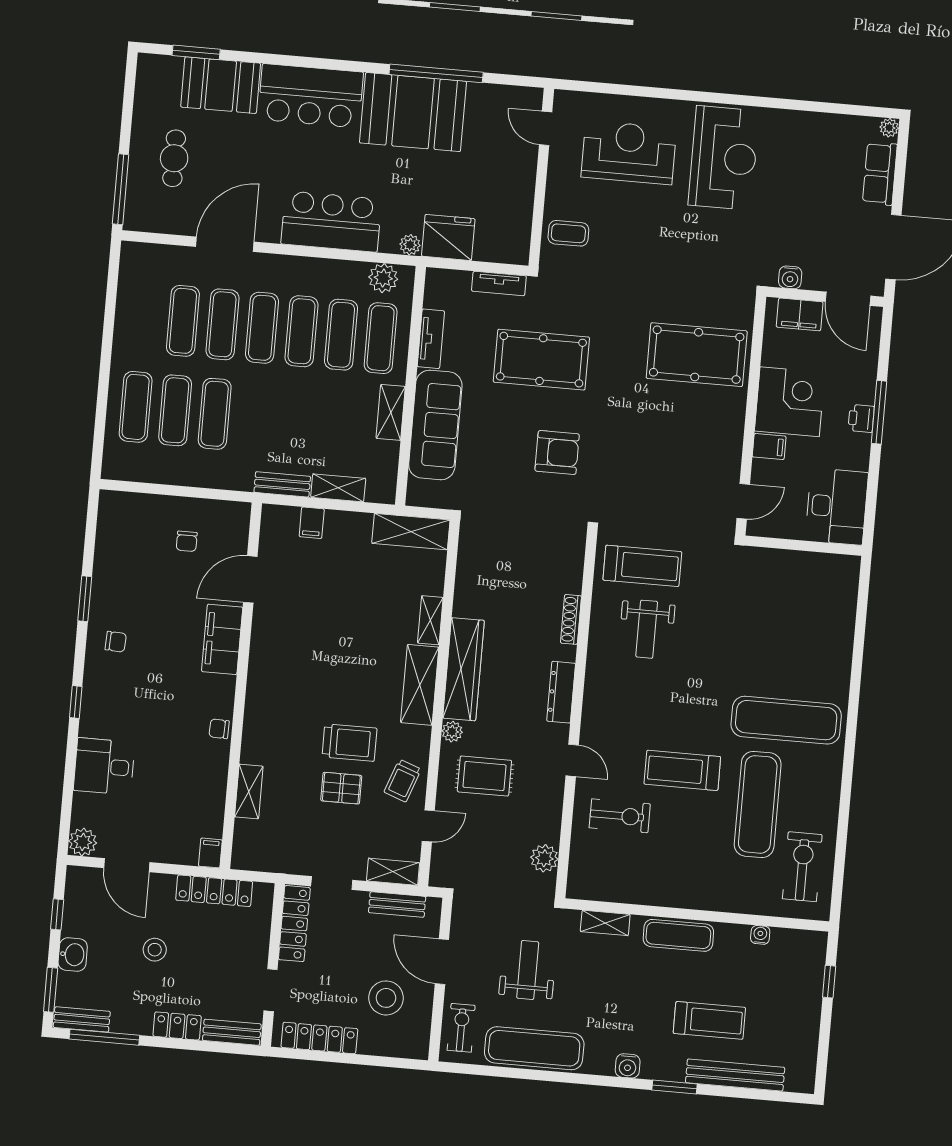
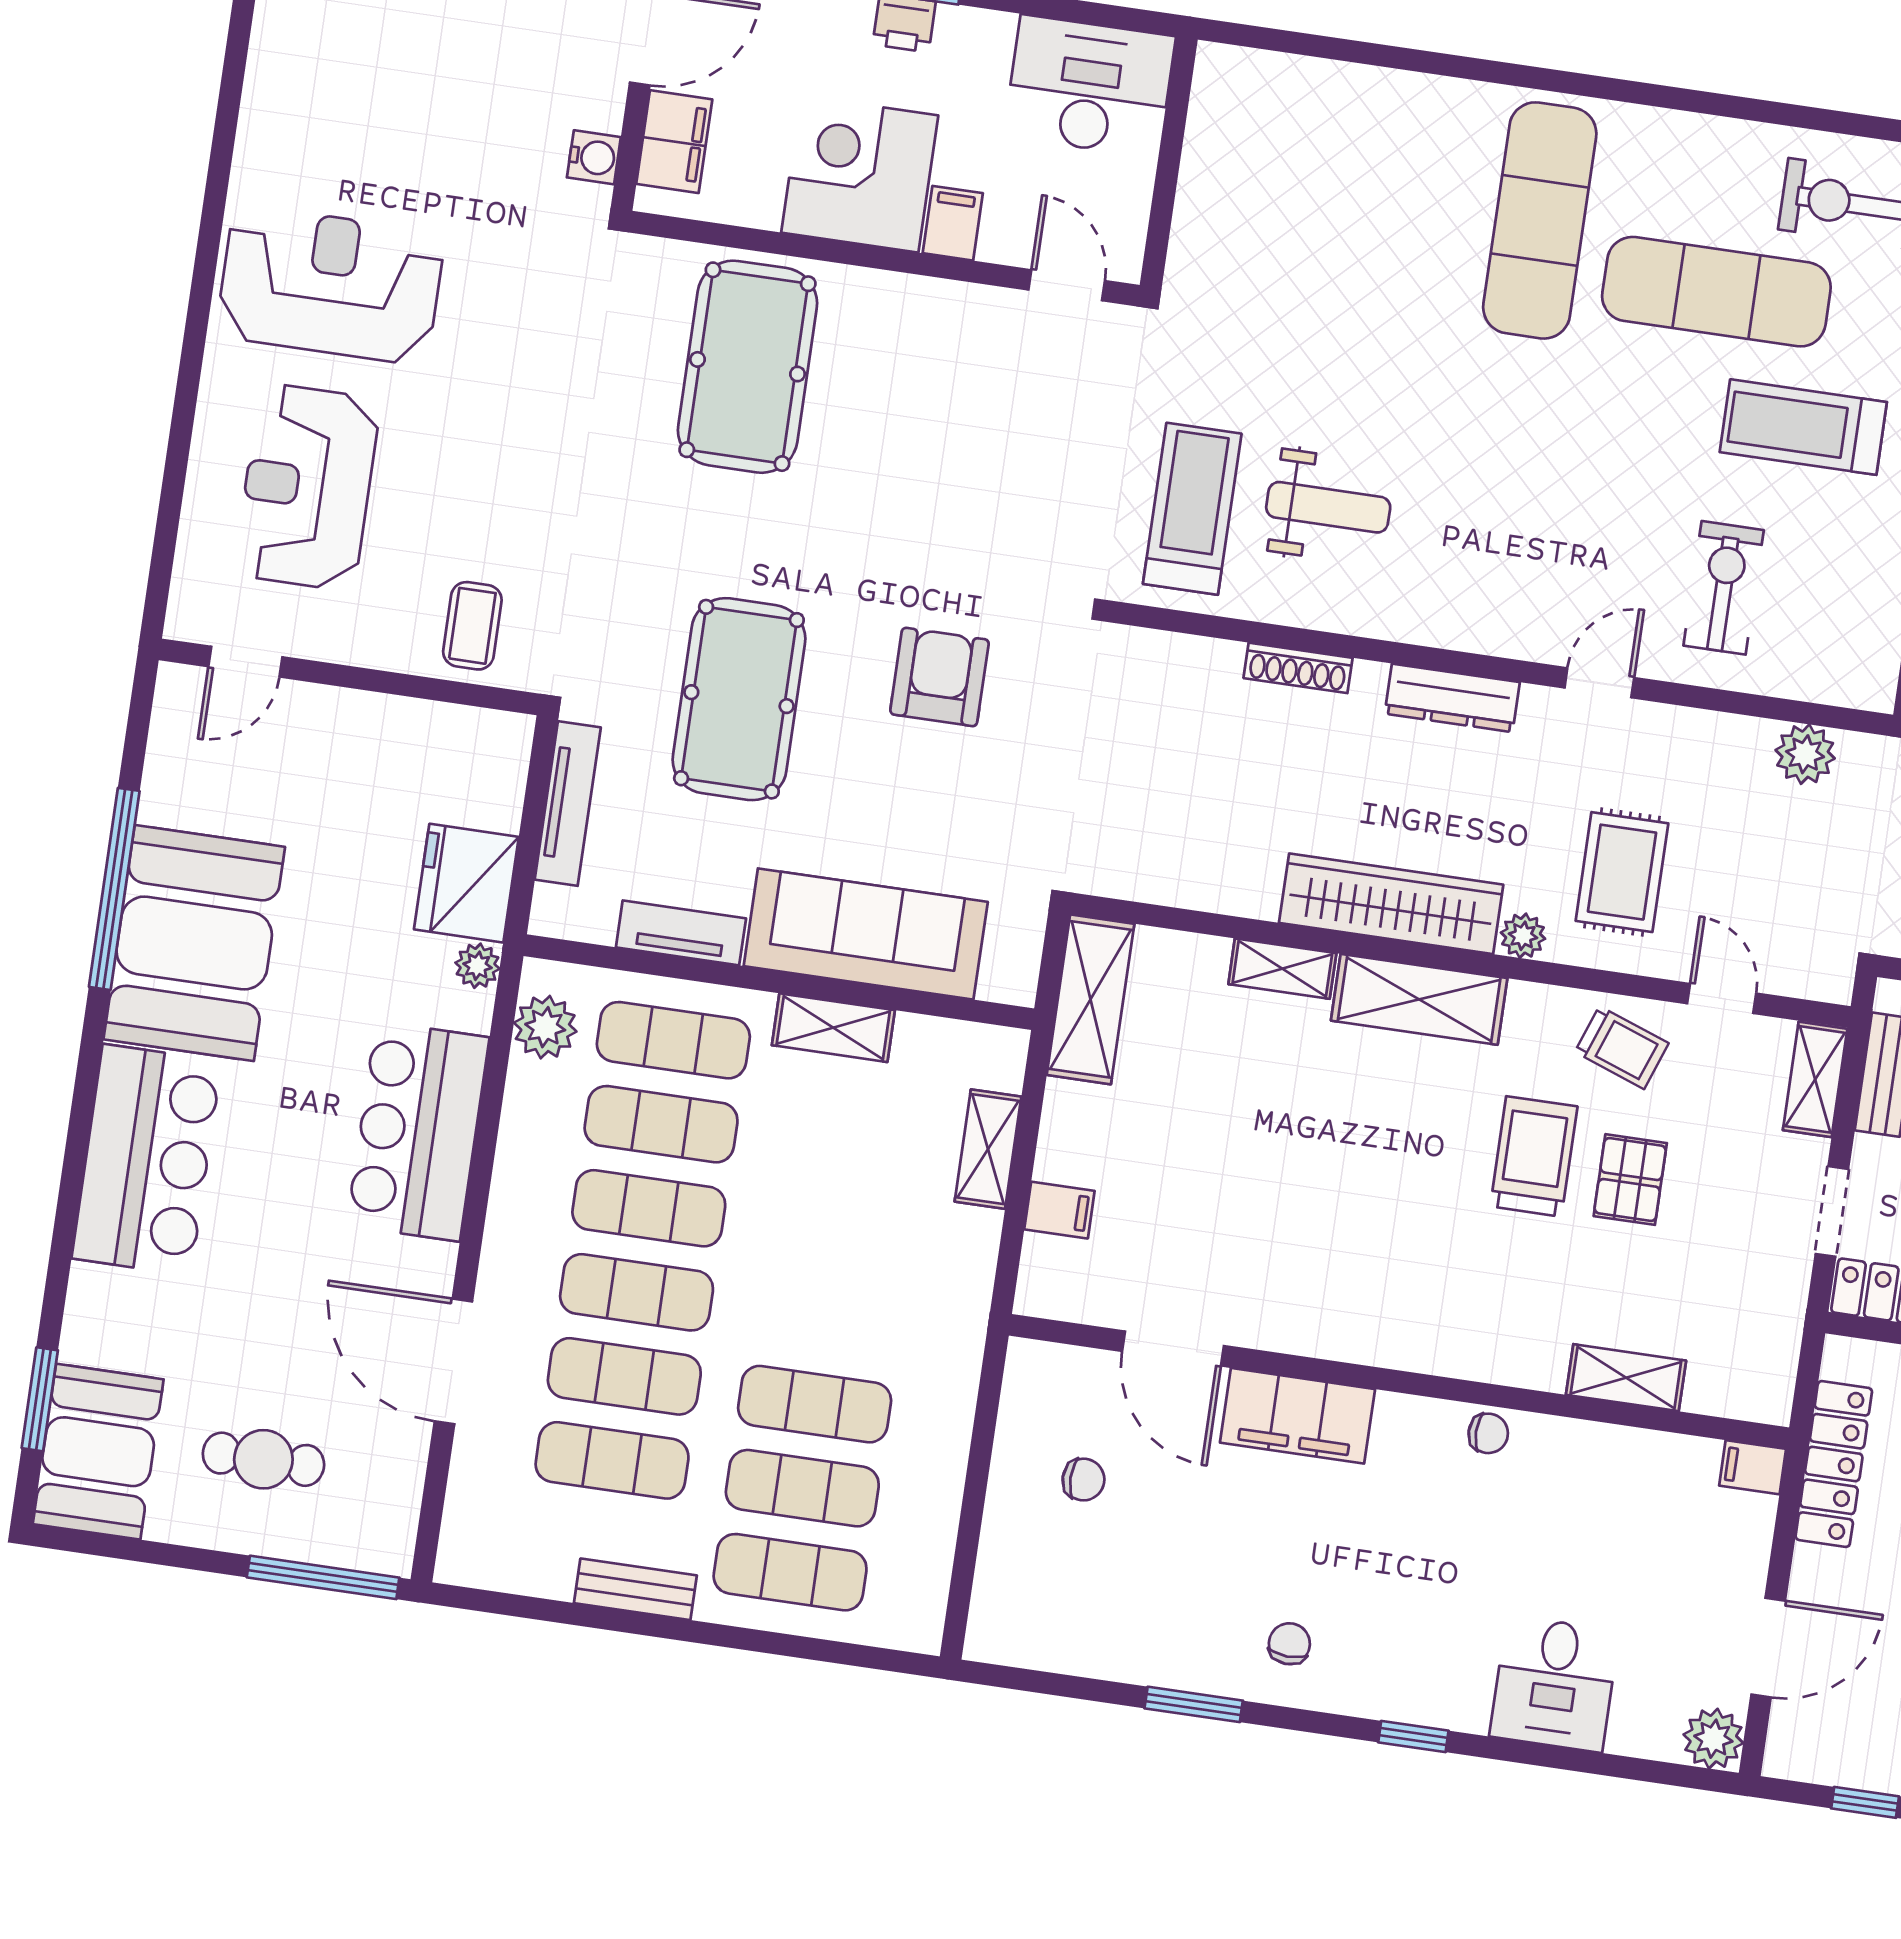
booth: (221, 85) -> (98, 1452), moved
tv unit: (499, 284) -> (568, 803), width x1.41
bench: (282, 484) -> (635, 1589), moved, turned 90
chair: (219, 729) -> (1488, 1433), turned -92
treadmill: (682, 770) -> (1803, 427), moved, turned 90

